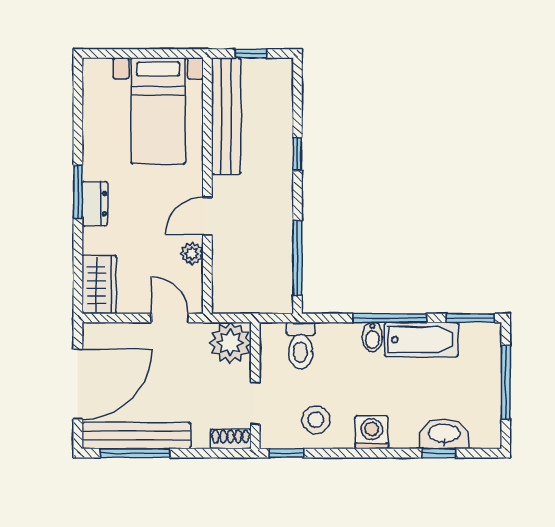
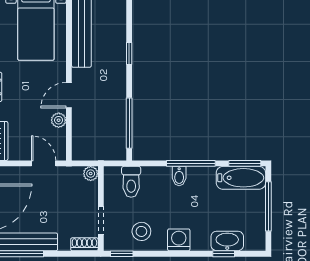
bathtub: (421, 340) -> (241, 178), moved
plant: (230, 343) -> (91, 174), width x0.53, depth x0.53

